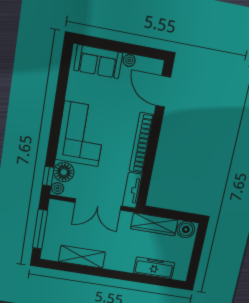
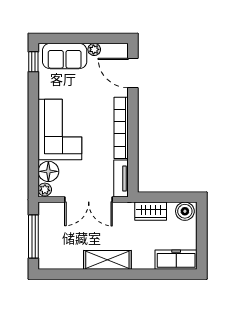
window: (48, 176) -> (33, 62), moved
wardrobe: (154, 224) -> (151, 211), width x0.67
shelving: (82, 257) -> (107, 260), moved
freezer: (154, 268) -> (176, 260), moved

